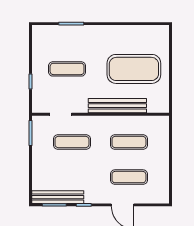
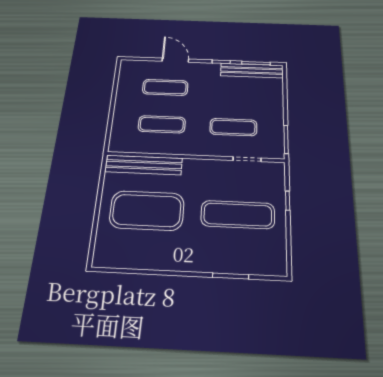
exercise mat: (67, 69) -> (238, 215), width x1.36, depth x1.45
bench: (117, 106) -> (144, 165), moved

